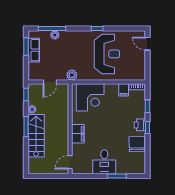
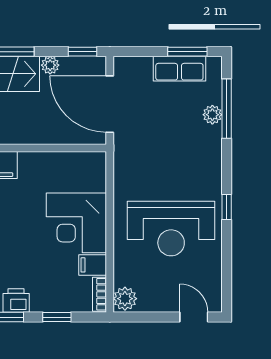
door: (147, 44) -> (194, 317), hinge flipped
plant: (72, 75) -> (125, 299), moved
door: (50, 82) -> (110, 104), width x1.87
corner desk: (90, 97) -> (76, 223), moved

